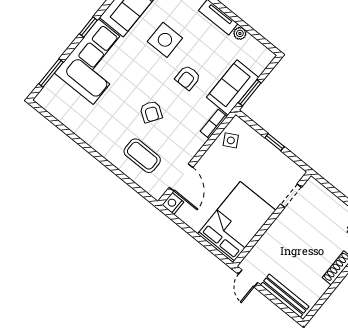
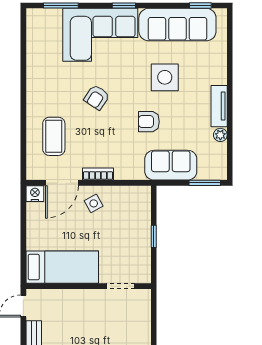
window: (250, 93) -> (205, 183), moved
armchair: (151, 112) -> (97, 97), moved
bookcase: (214, 124) -> (98, 174), moved
side table: (231, 140) -> (94, 203), moved
bed: (237, 222) -> (62, 267), width x0.67

